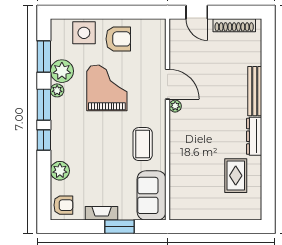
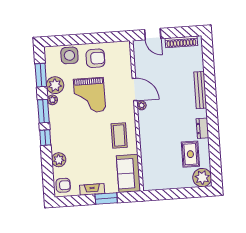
grand piano: (107, 88) -> (90, 95), turned 180
dresser: (254, 136) -> (202, 128), width x0.70
plant: (249, 208) -> (202, 178), added

